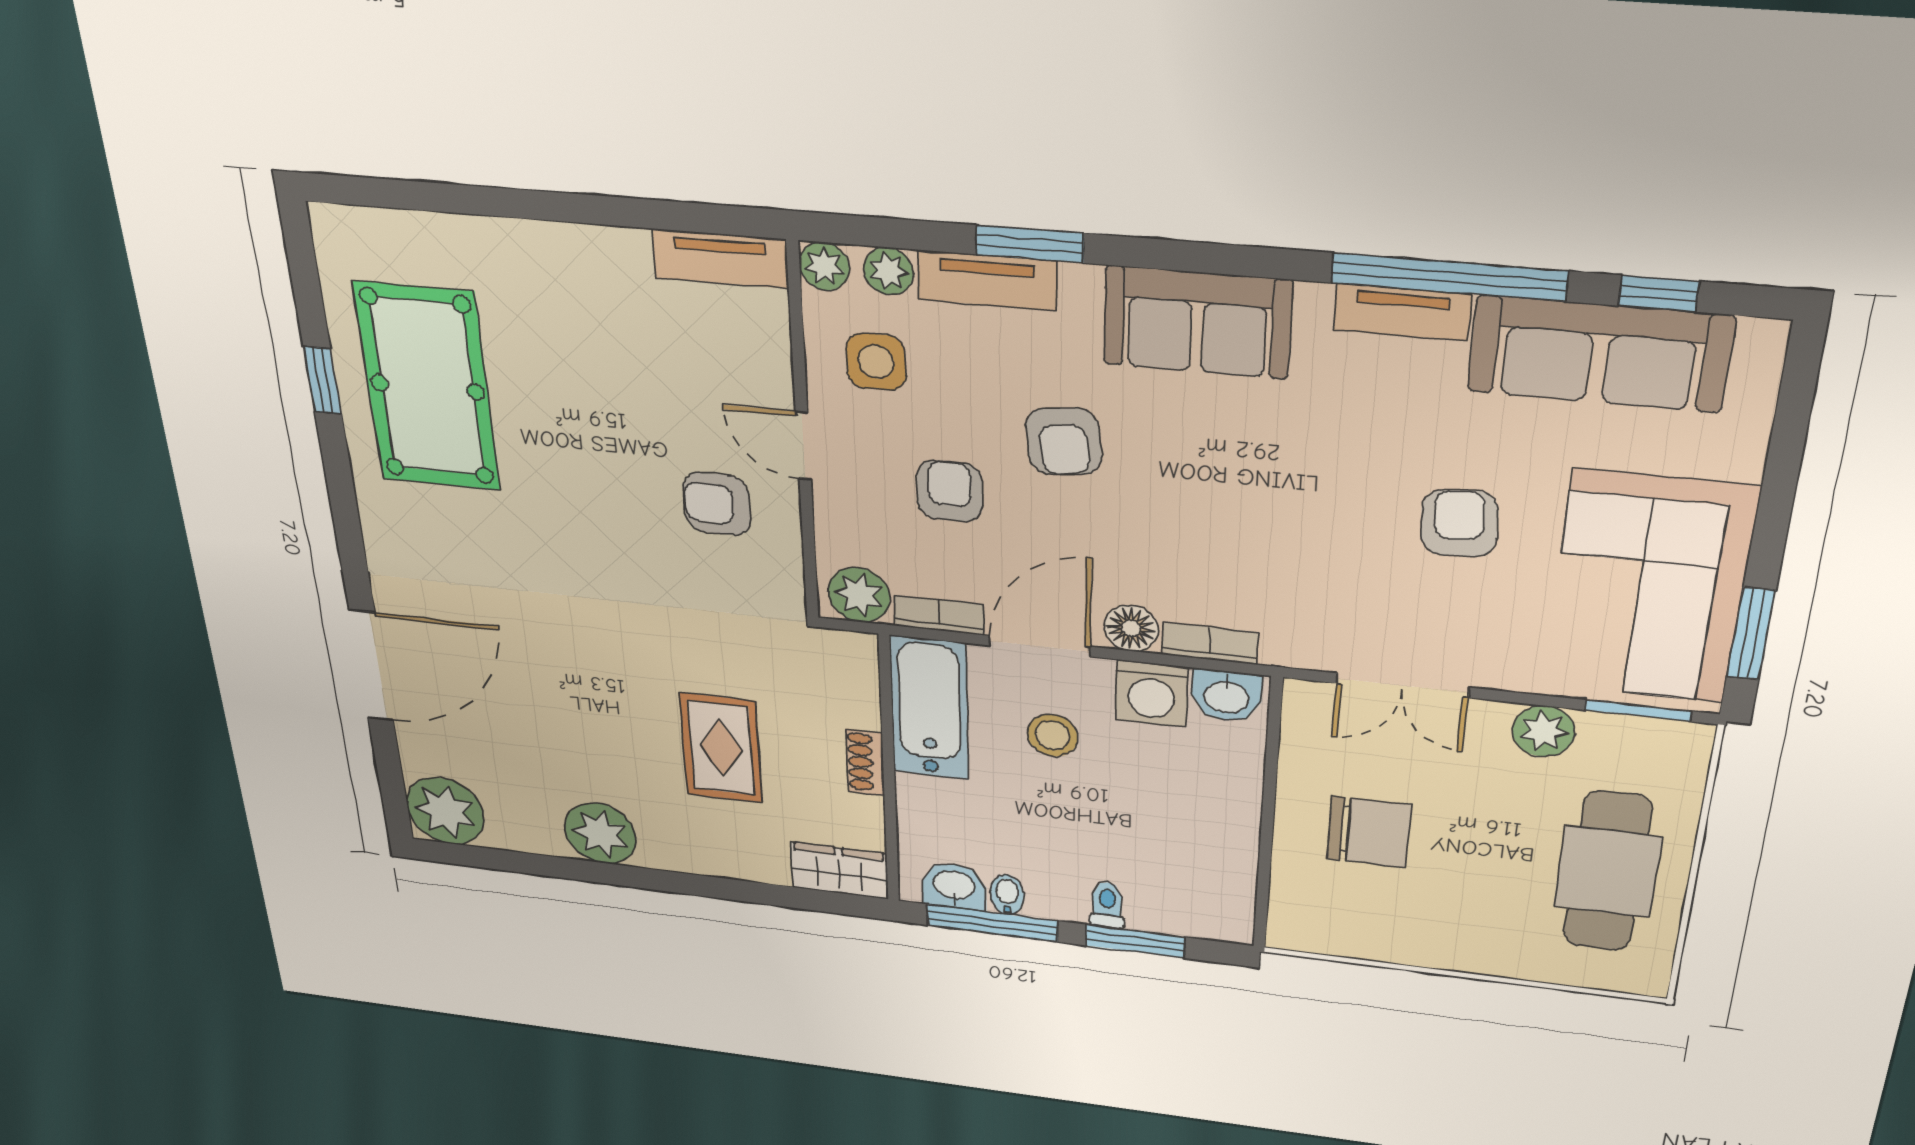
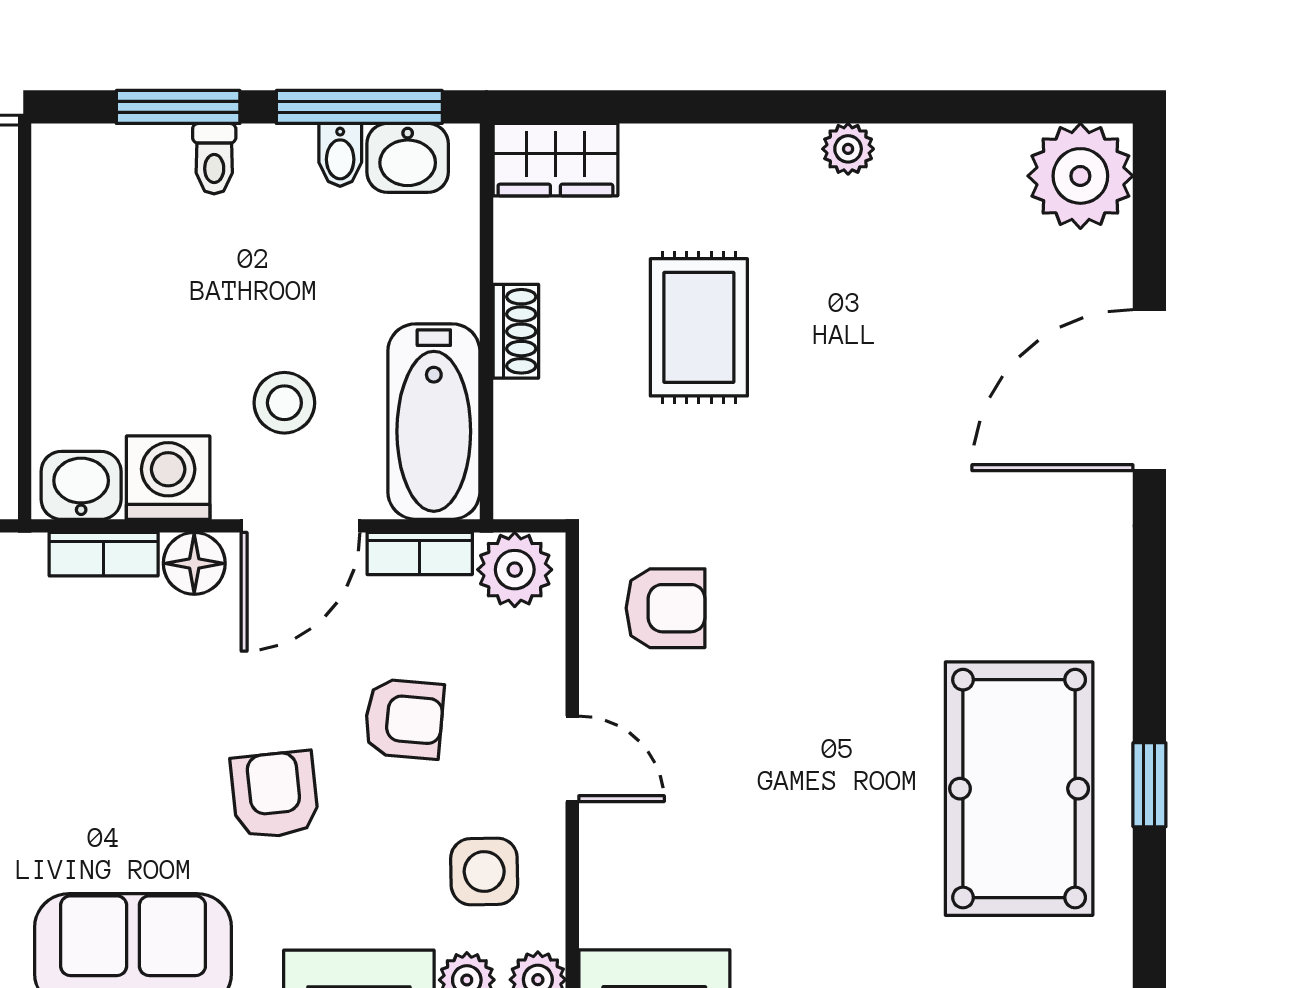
armchair: (950, 491) -> (404, 719), turned -85
armchair: (717, 504) -> (666, 608), moved
plant: (600, 833) -> (848, 149), width x0.53, depth x0.53

